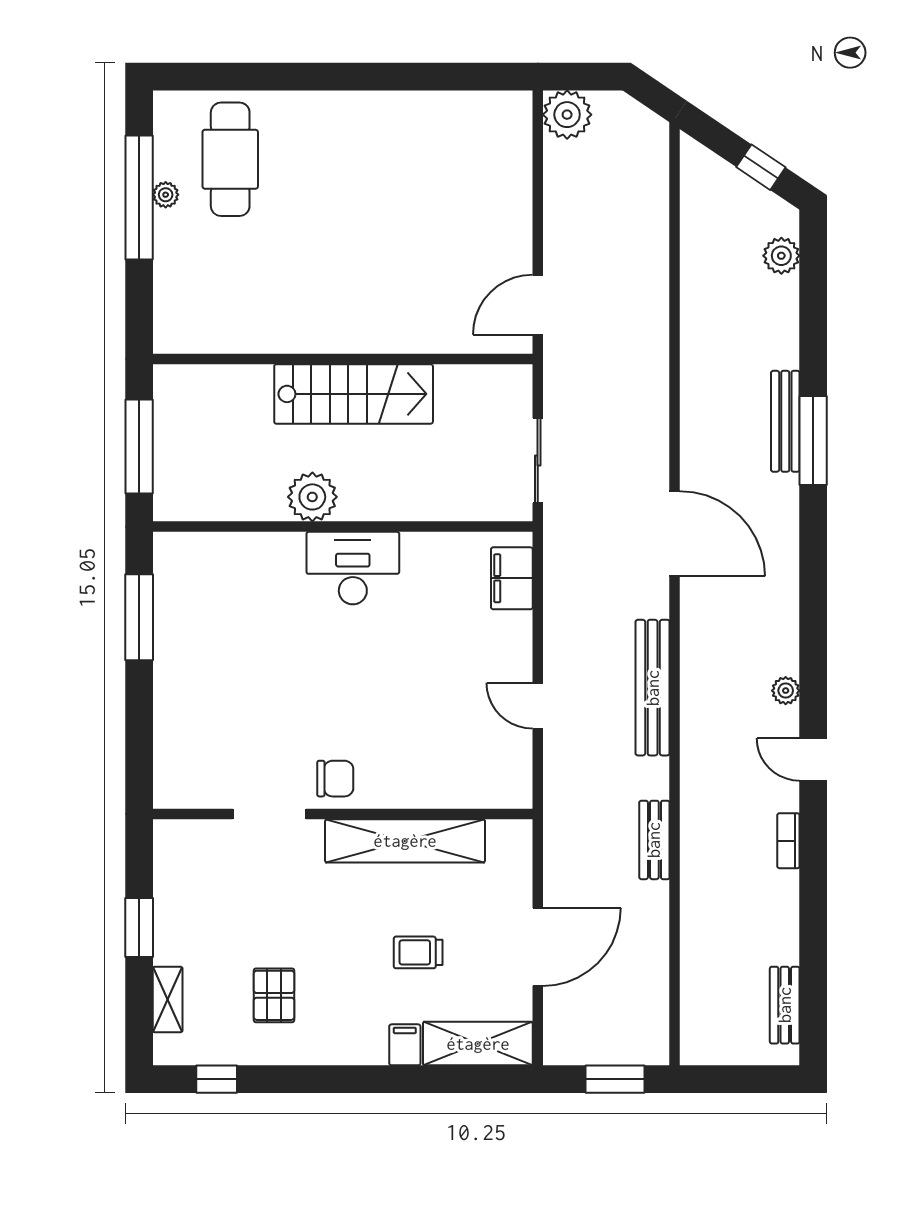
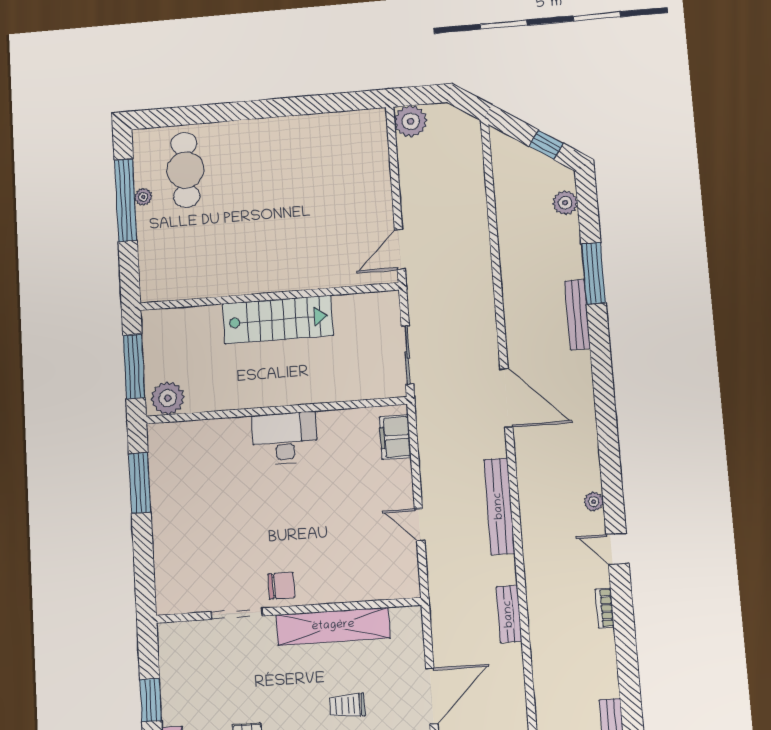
window: (813, 441) -> (593, 273), moved
plant: (312, 497) -> (168, 398), moved

